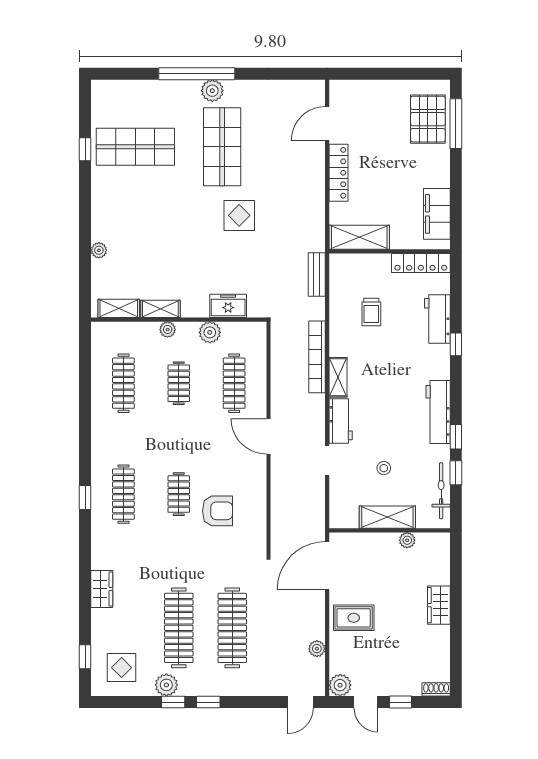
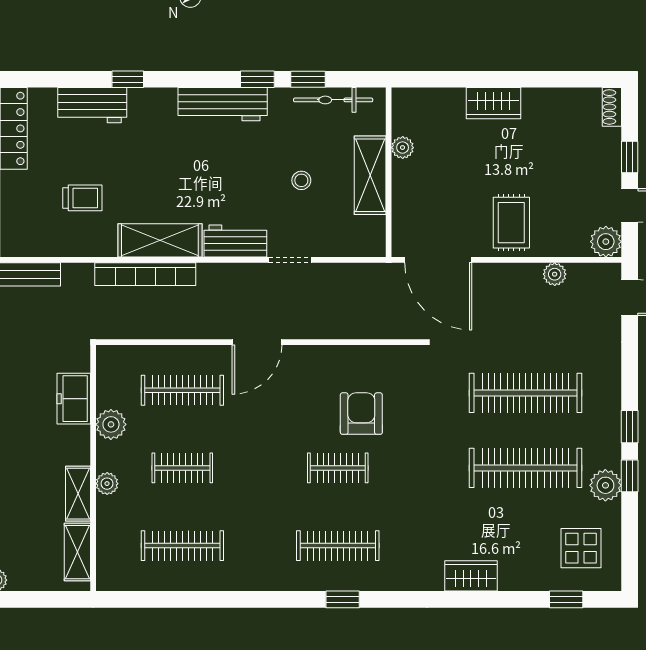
shelving: (338, 377) -> (160, 240), width x1.50, depth x1.33

